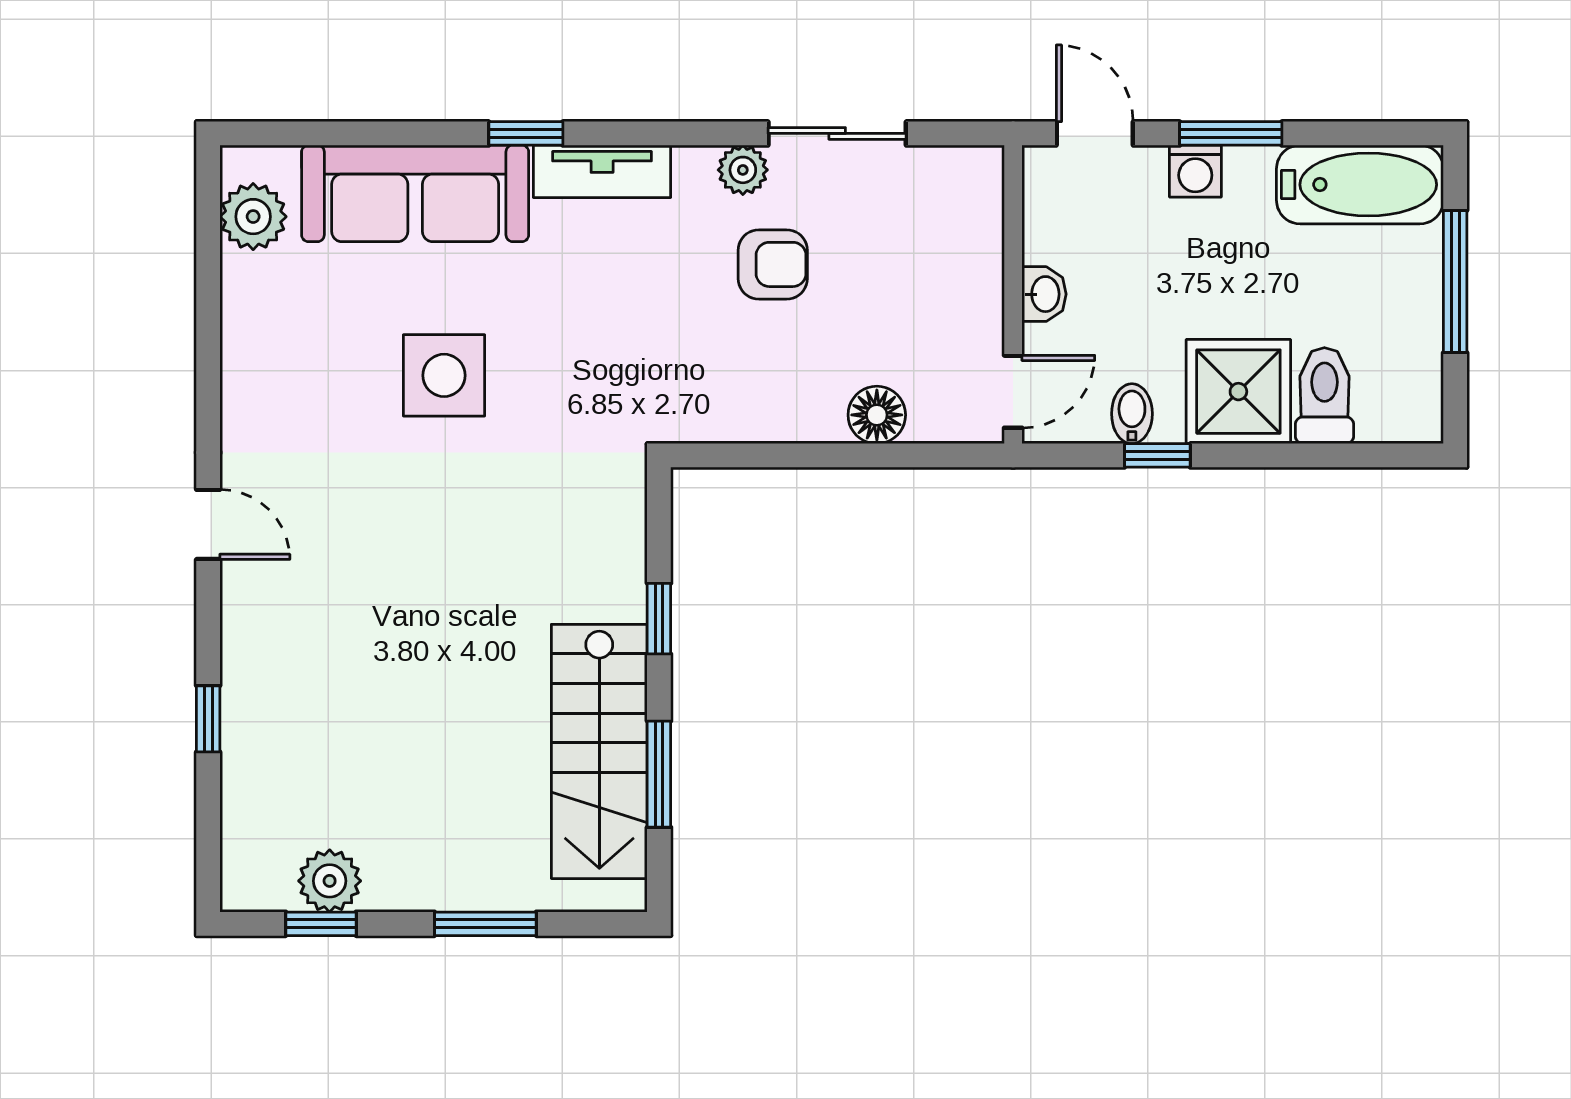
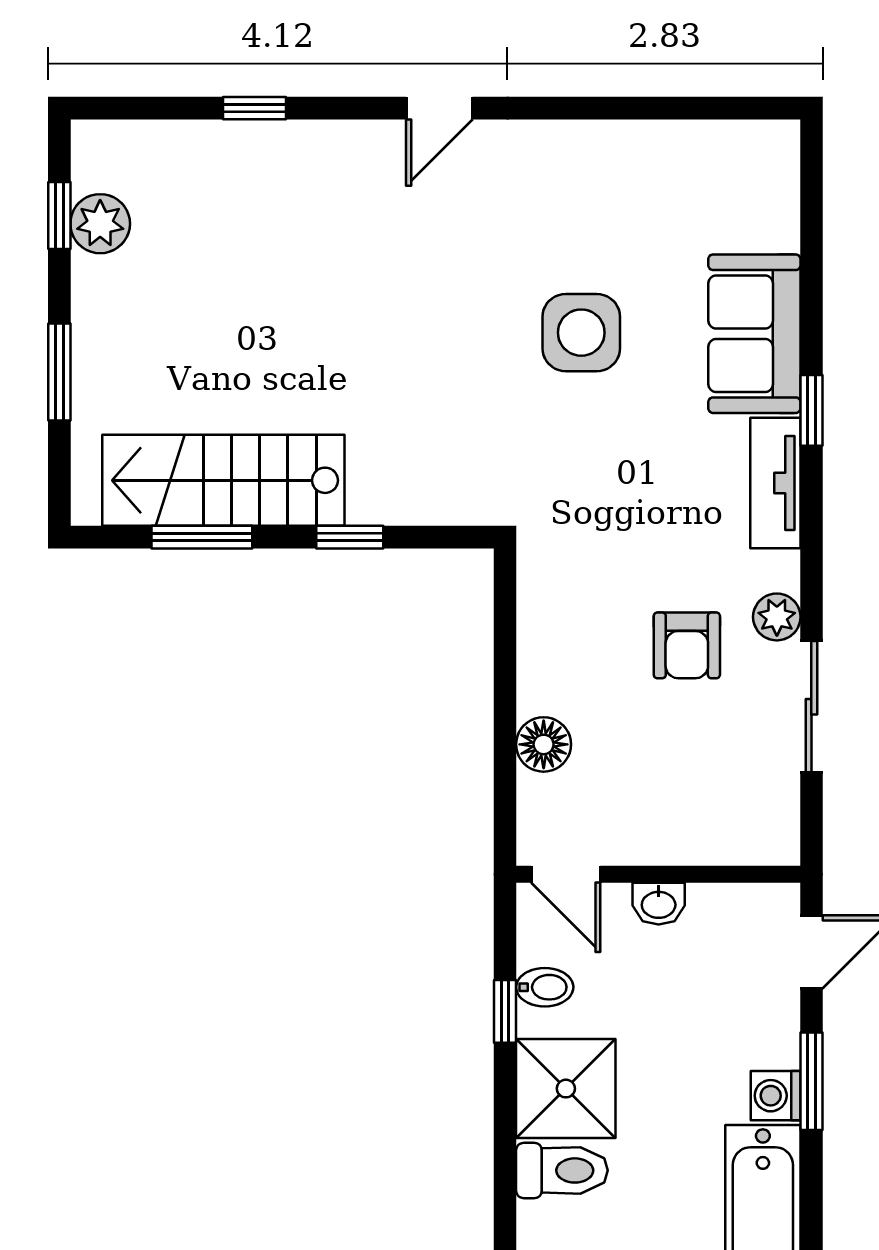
washing machine: (1195, 171) -> (776, 1096), moved
sofa: (415, 193) -> (754, 334), width x0.73
plant: (253, 217) -> (732, 151), removed

